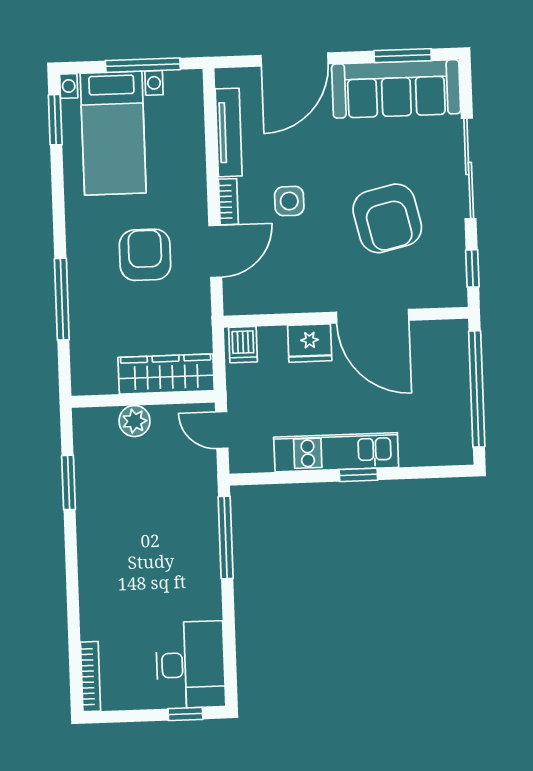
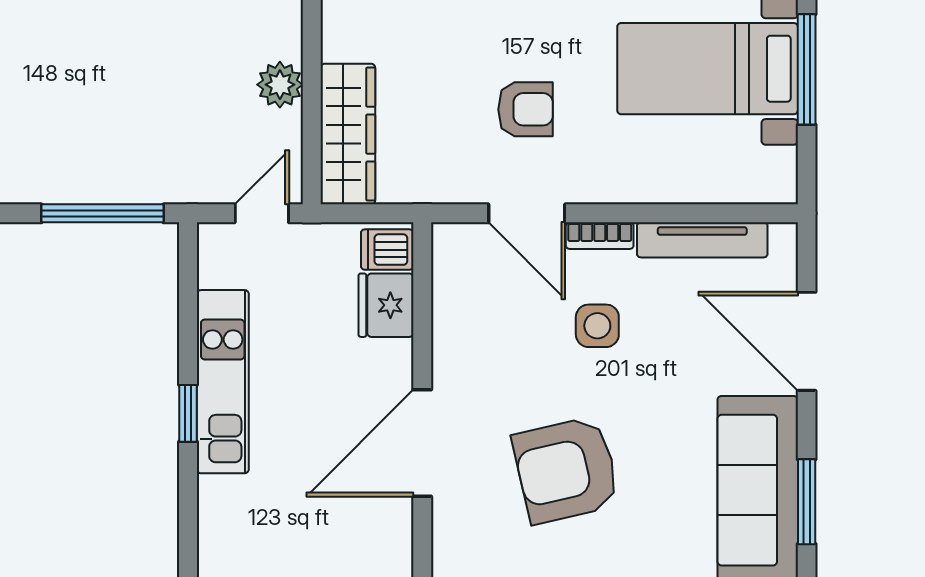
window: (143, 65) -> (807, 69), moved
armchair: (145, 255) -> (526, 109), width x0.72, depth x0.72
fridge: (310, 343) -> (386, 305), moved

